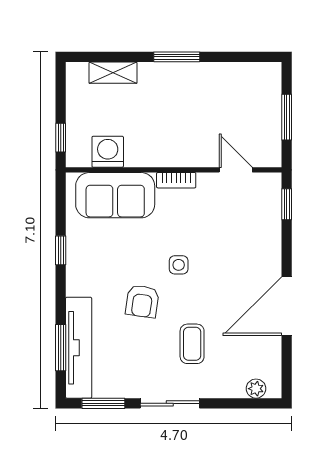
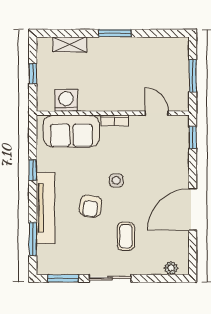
window: (61, 138) -> (33, 74), moved
tv unit: (79, 348) -> (46, 208), moved

